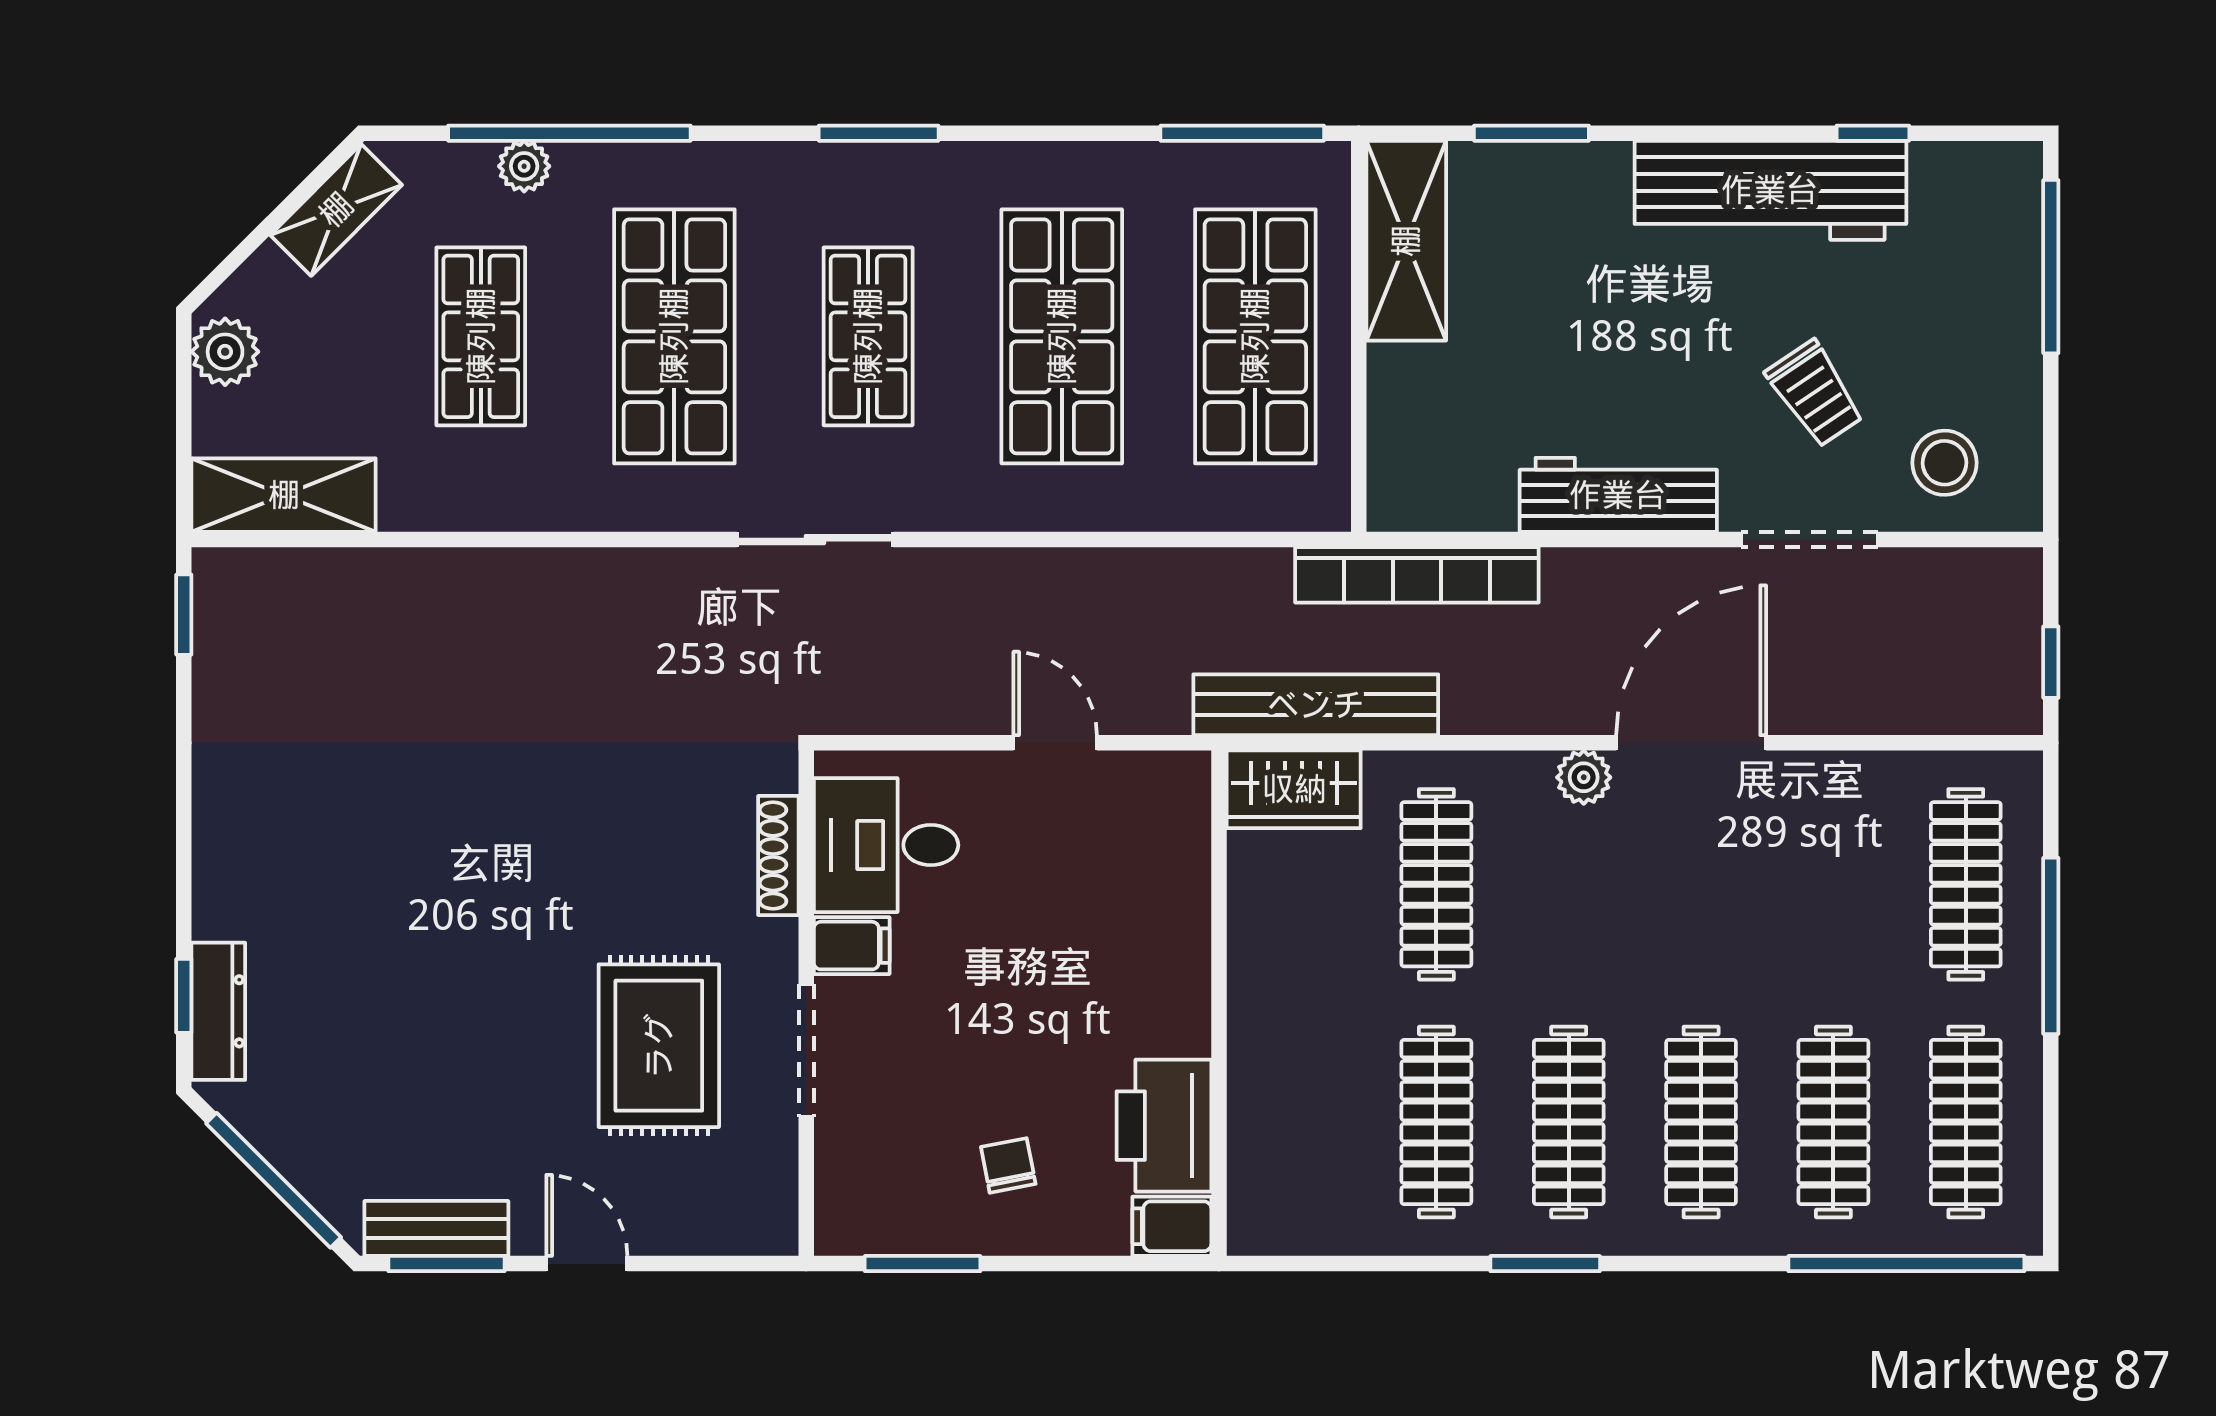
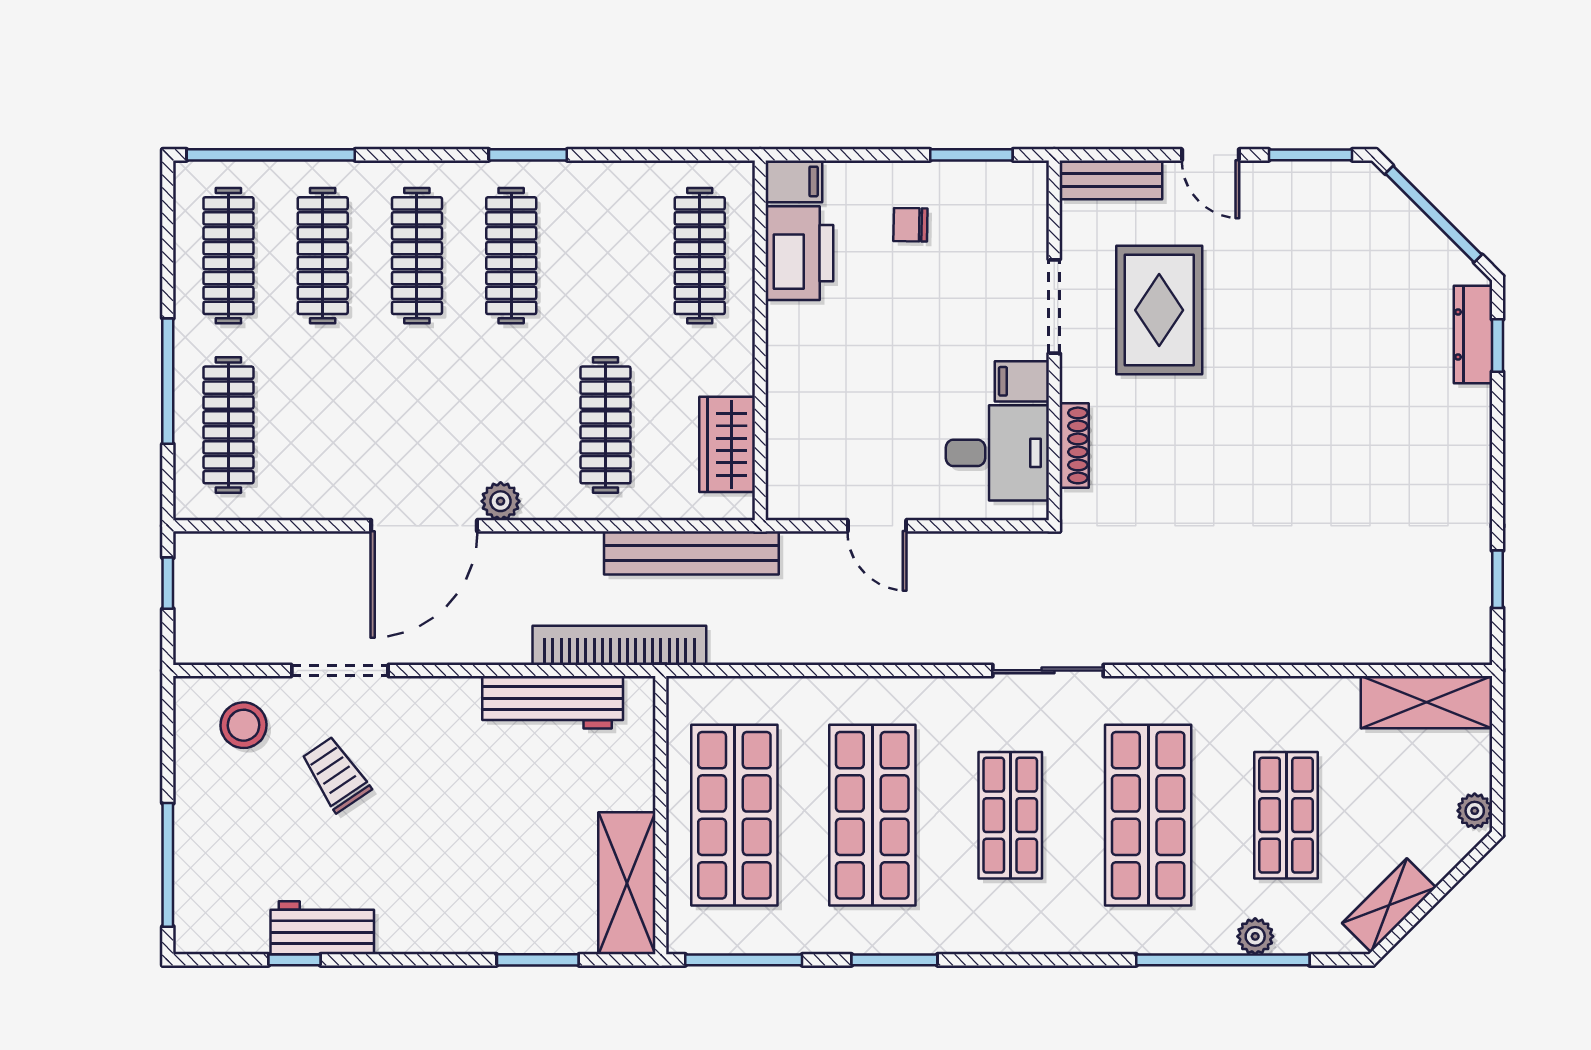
window: (879, 133) -> (894, 960), moved
workbench: (1770, 190) -> (322, 928), width x0.53, depth x0.76
plant: (225, 352) -> (1475, 811), width x0.73, depth x0.73
workbench: (1618, 495) -> (553, 702), moved
window: (184, 615) -> (1498, 579), moved
wardrobe: (1294, 789) -> (727, 444), moved, turned -90
clothes rail: (1436, 1122) -> (700, 256), moved
chair: (1008, 1165) -> (910, 225), turned 102
bench: (436, 1228) -> (1111, 180), moved

